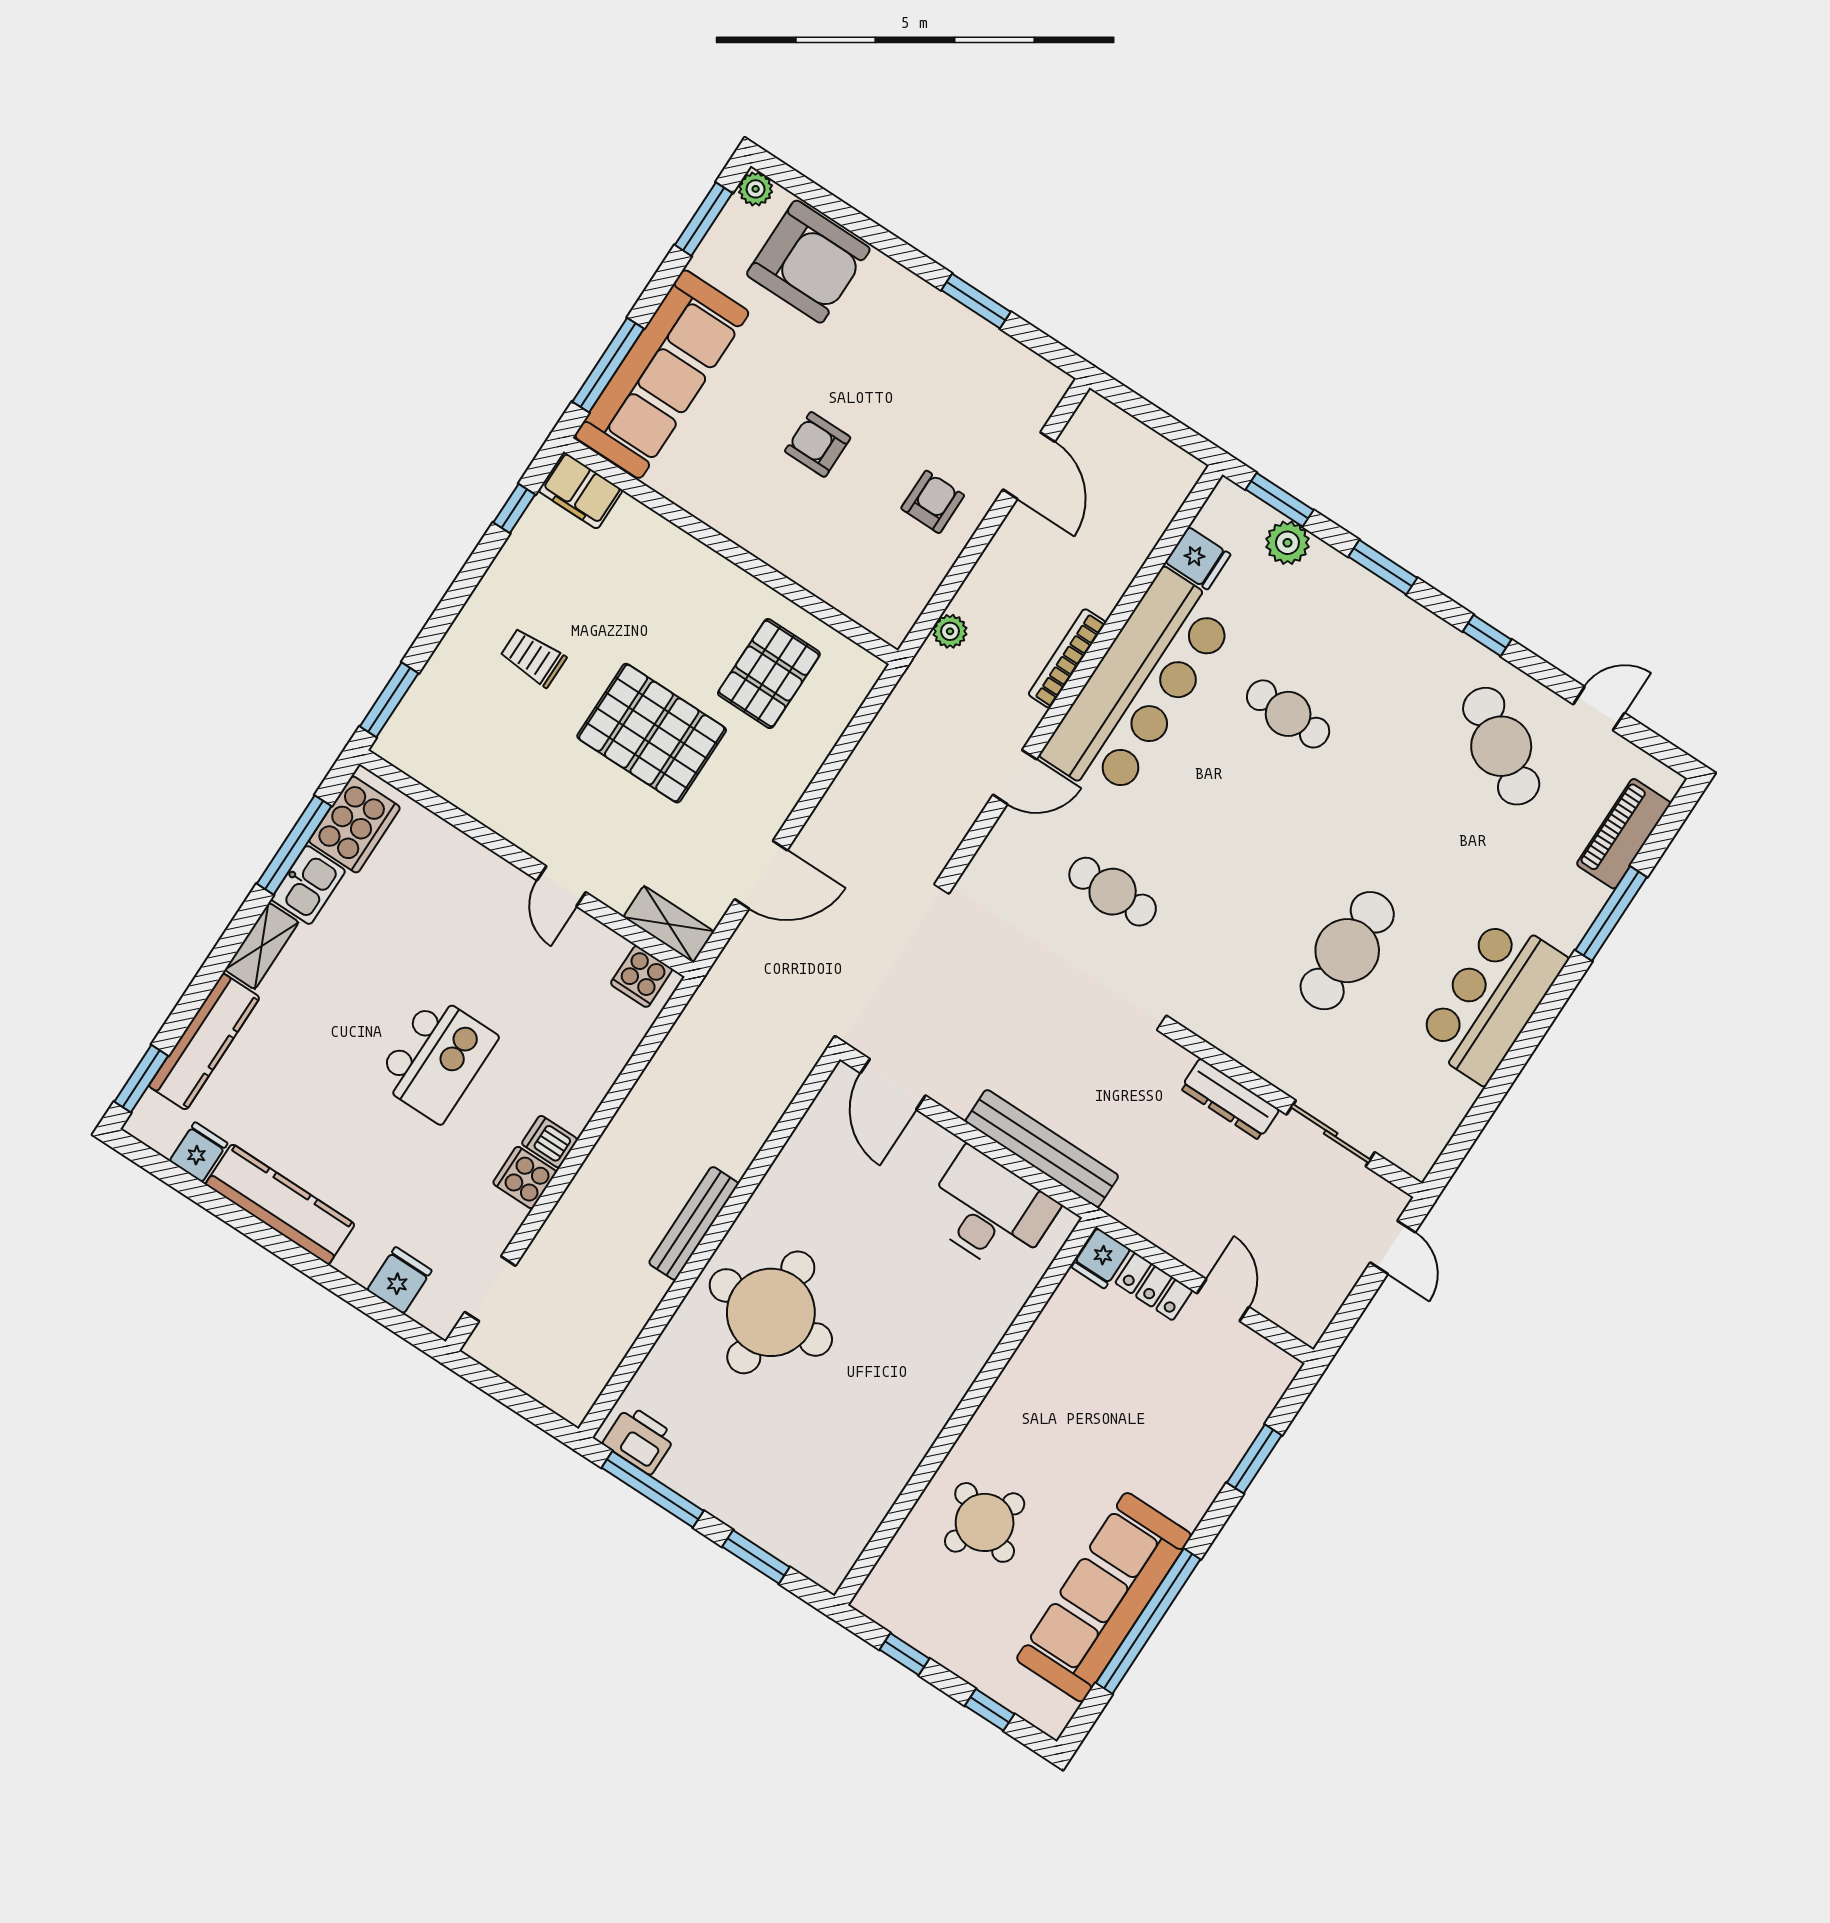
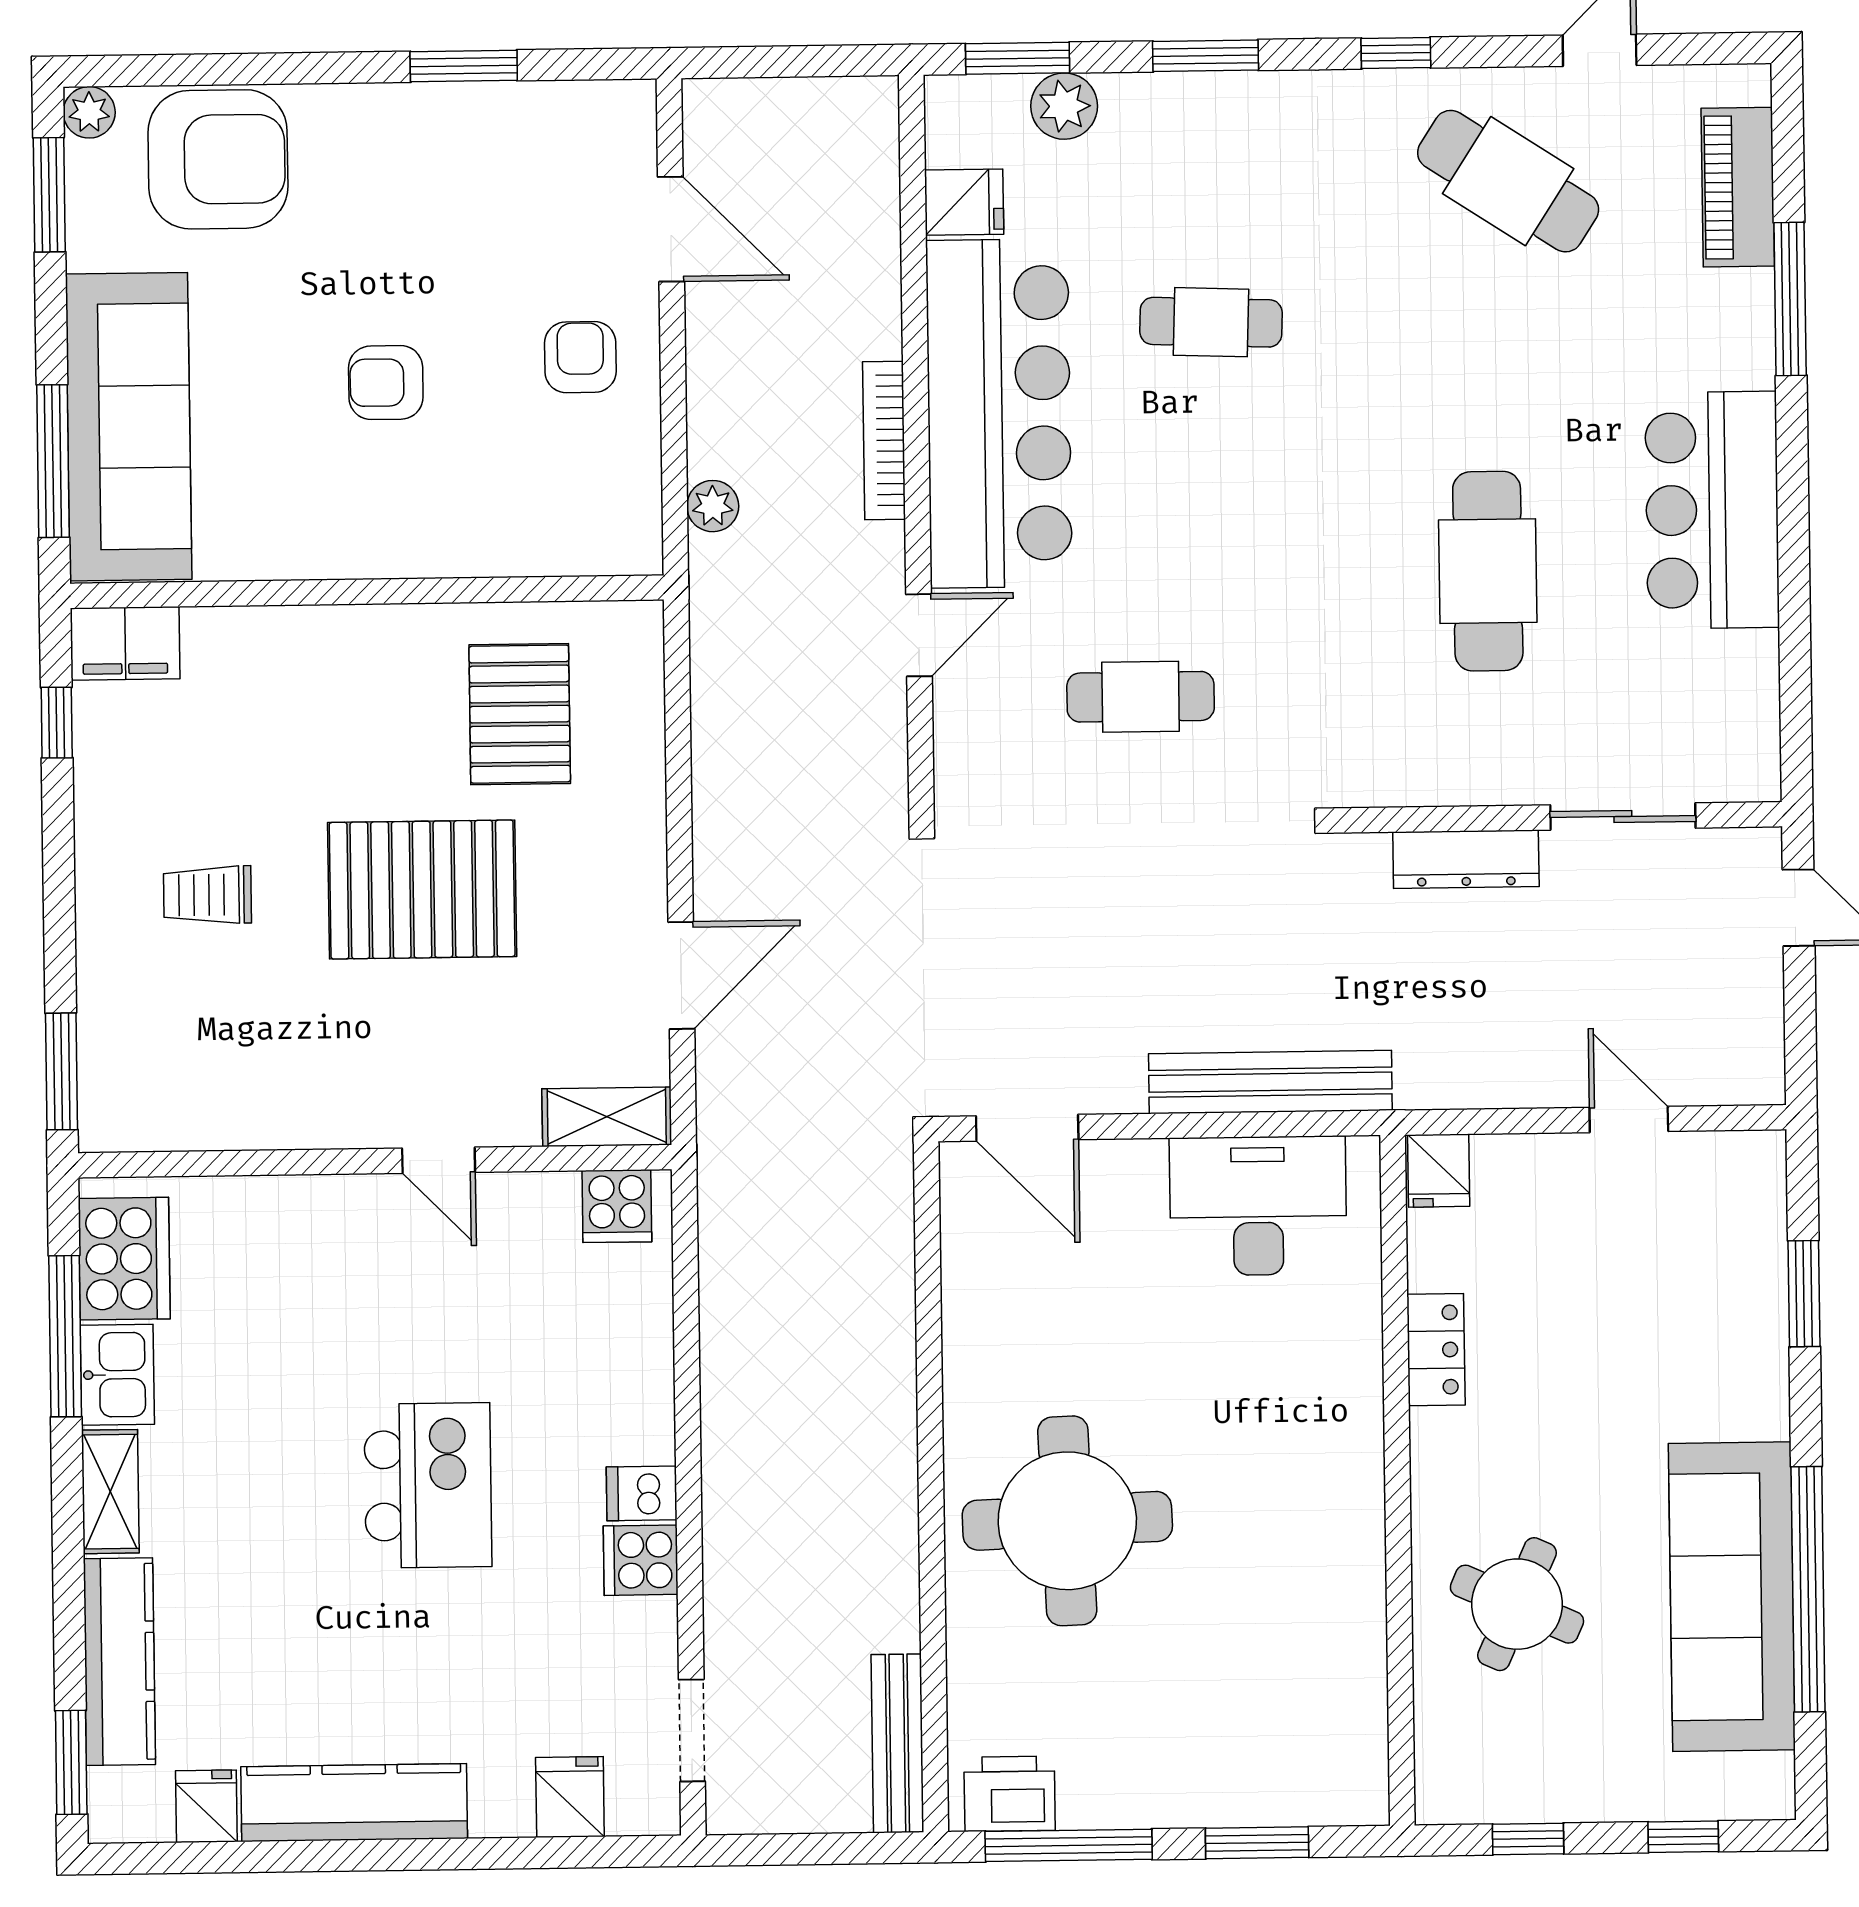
bench: (694, 1223) -> (897, 1743), moved
locker: (1154, 1287) -> (1436, 1350), moved, turned -90

